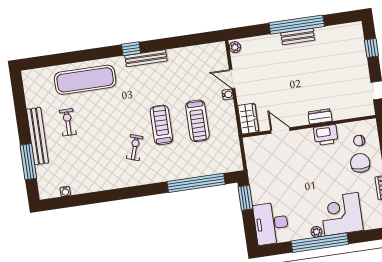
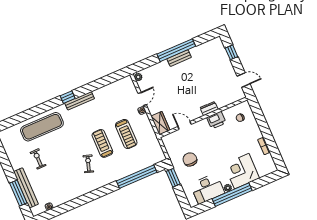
door: (232, 79) -> (142, 99), swing flipped
bench: (37, 136) -> (26, 188), moved
chair: (360, 163) -> (190, 159), moved
desk: (271, 223) -> (207, 189), moved, turned -90

